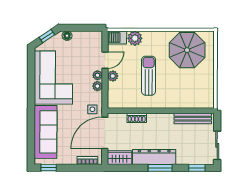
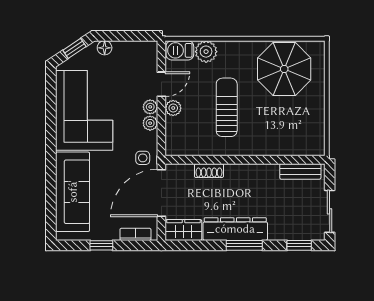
bench: (193, 119) -> (300, 171), width x0.73
window: (49, 168) -> (101, 245), moved

